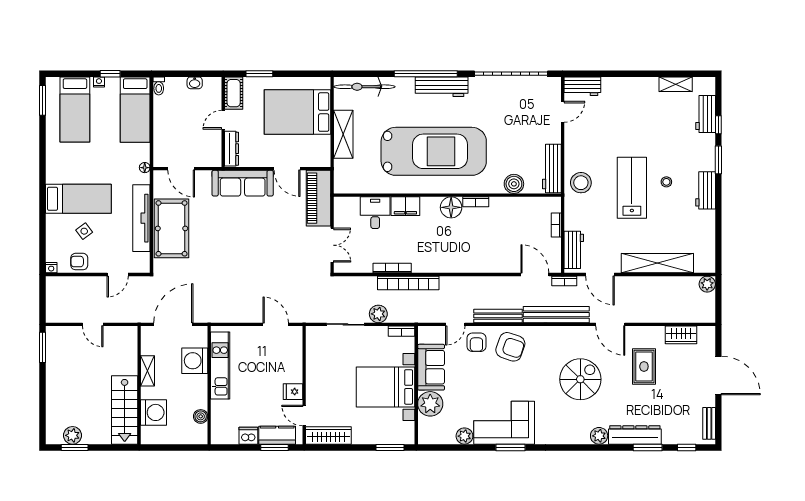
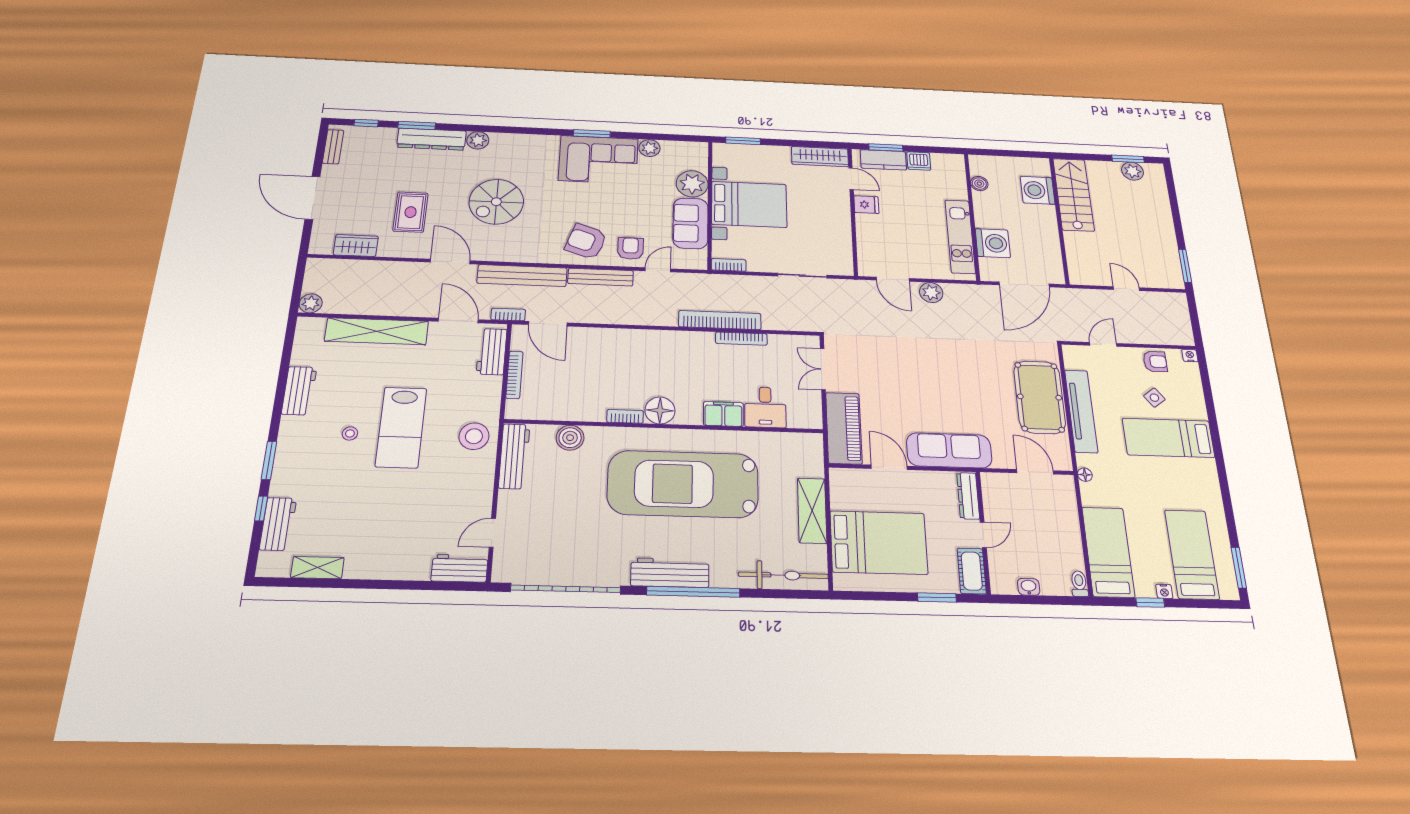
workbench: (706, 190) -> (299, 391), moved
bookcase: (556, 225) -> (514, 375), width x1.56
plant: (378, 314) -> (931, 293), moved
shelving: (148, 371) -> (1051, 235), removed

